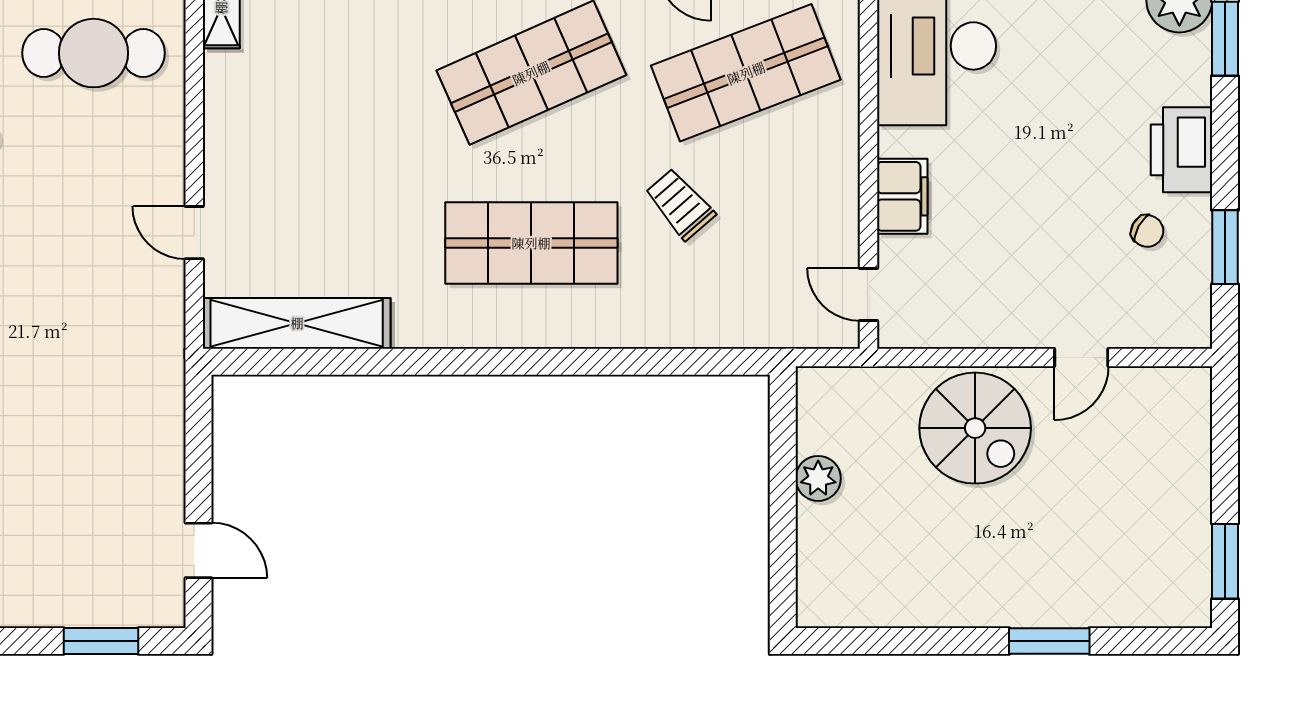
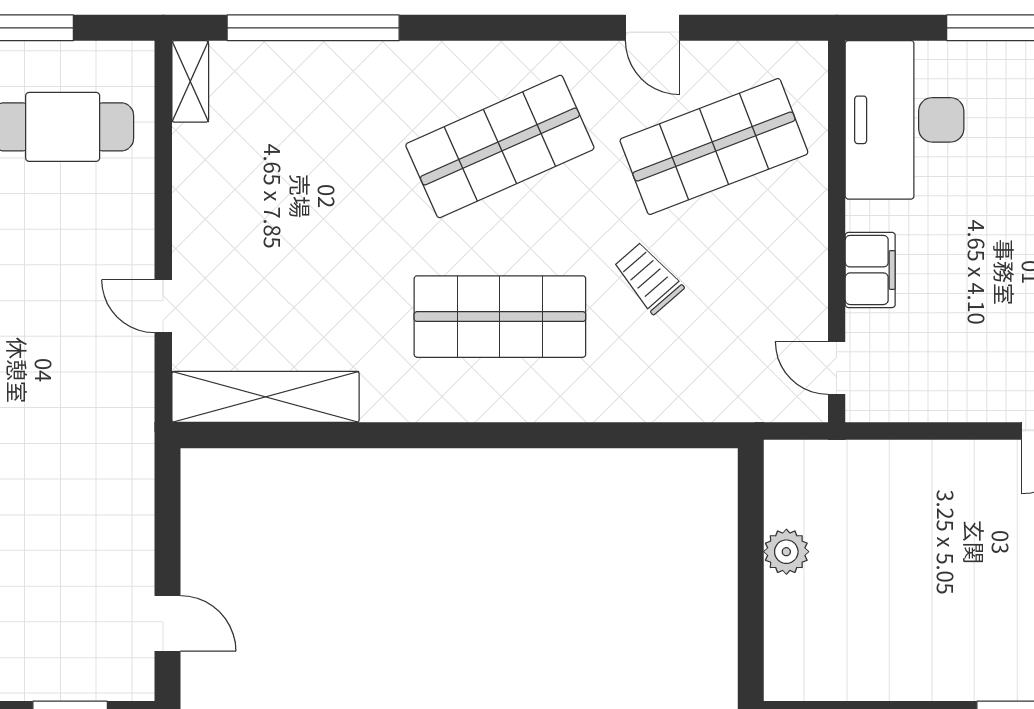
spiral stairs: (975, 428) -> (943, 501), removed

